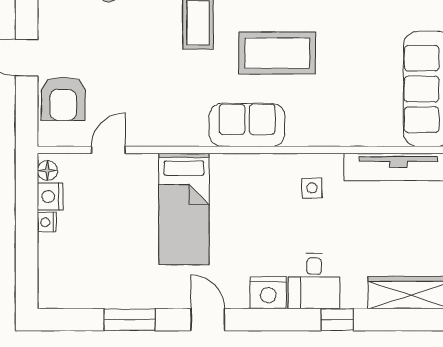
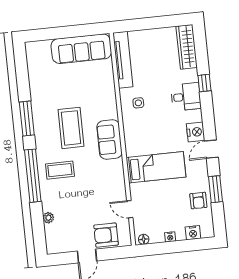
armchair: (63, 99) -> (106, 235), turned 180
nightstand: (50, 196) -> (193, 233), moved
armchair: (111, 284) -> (198, 201), added
nightstand: (268, 293) -> (196, 132), moved

